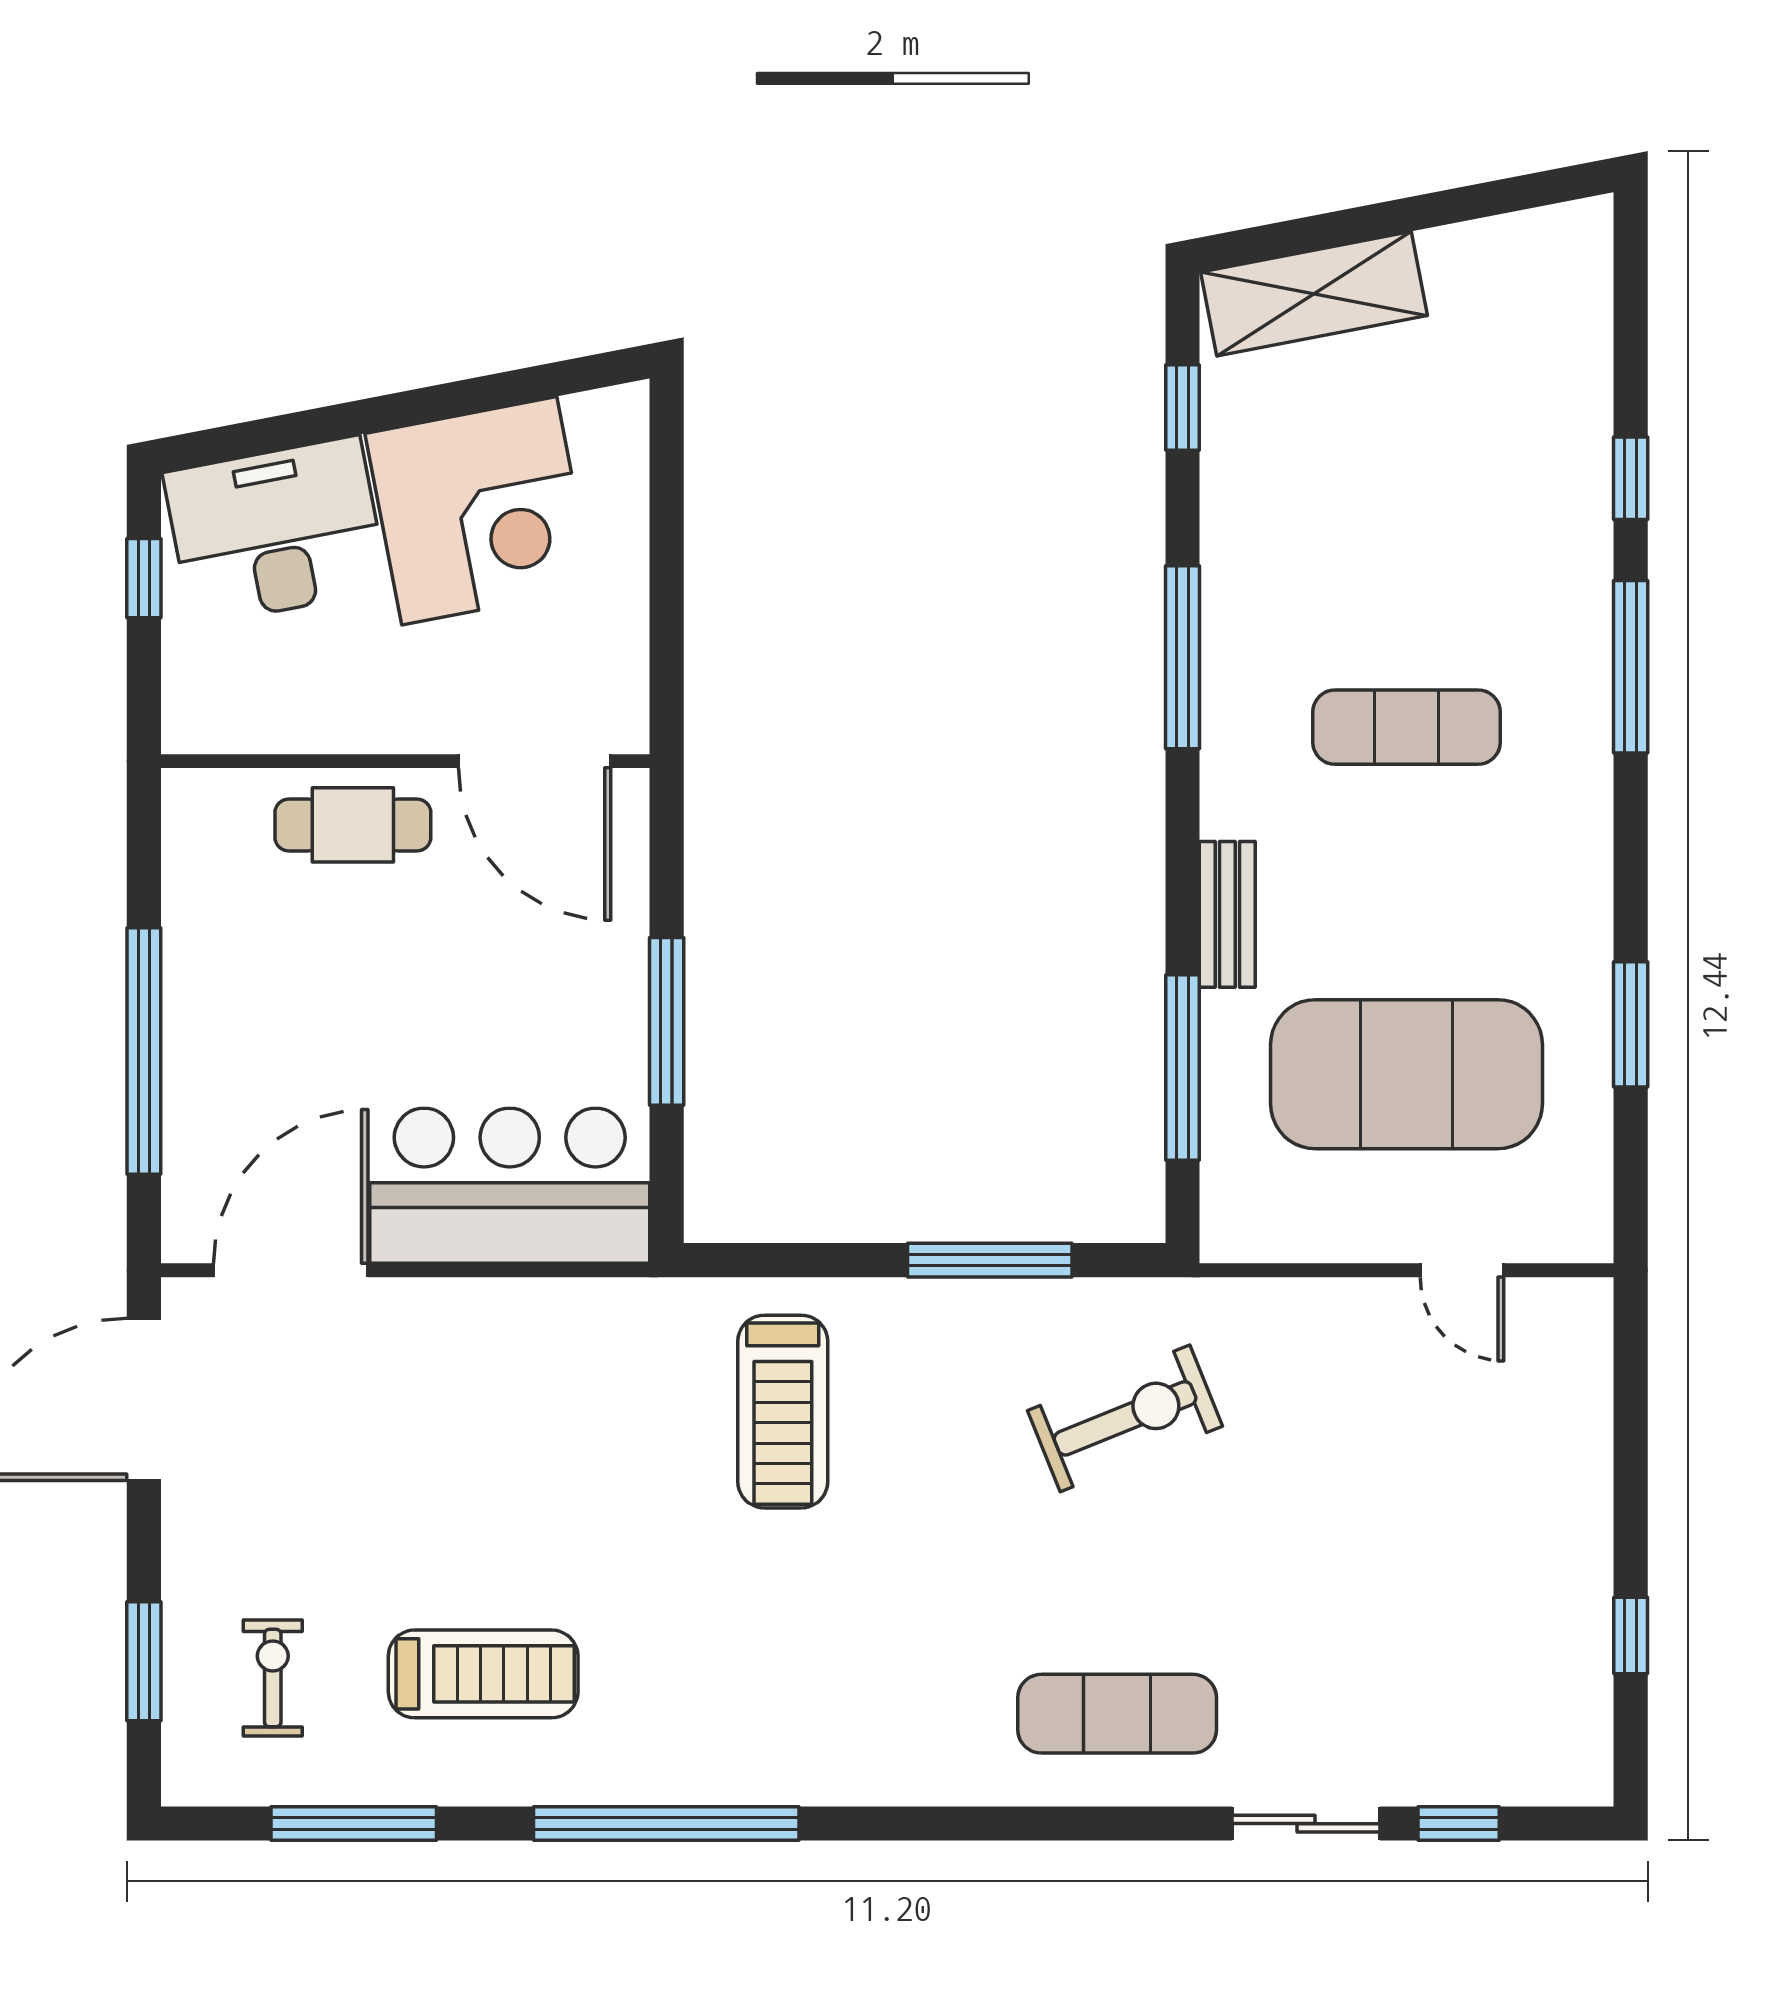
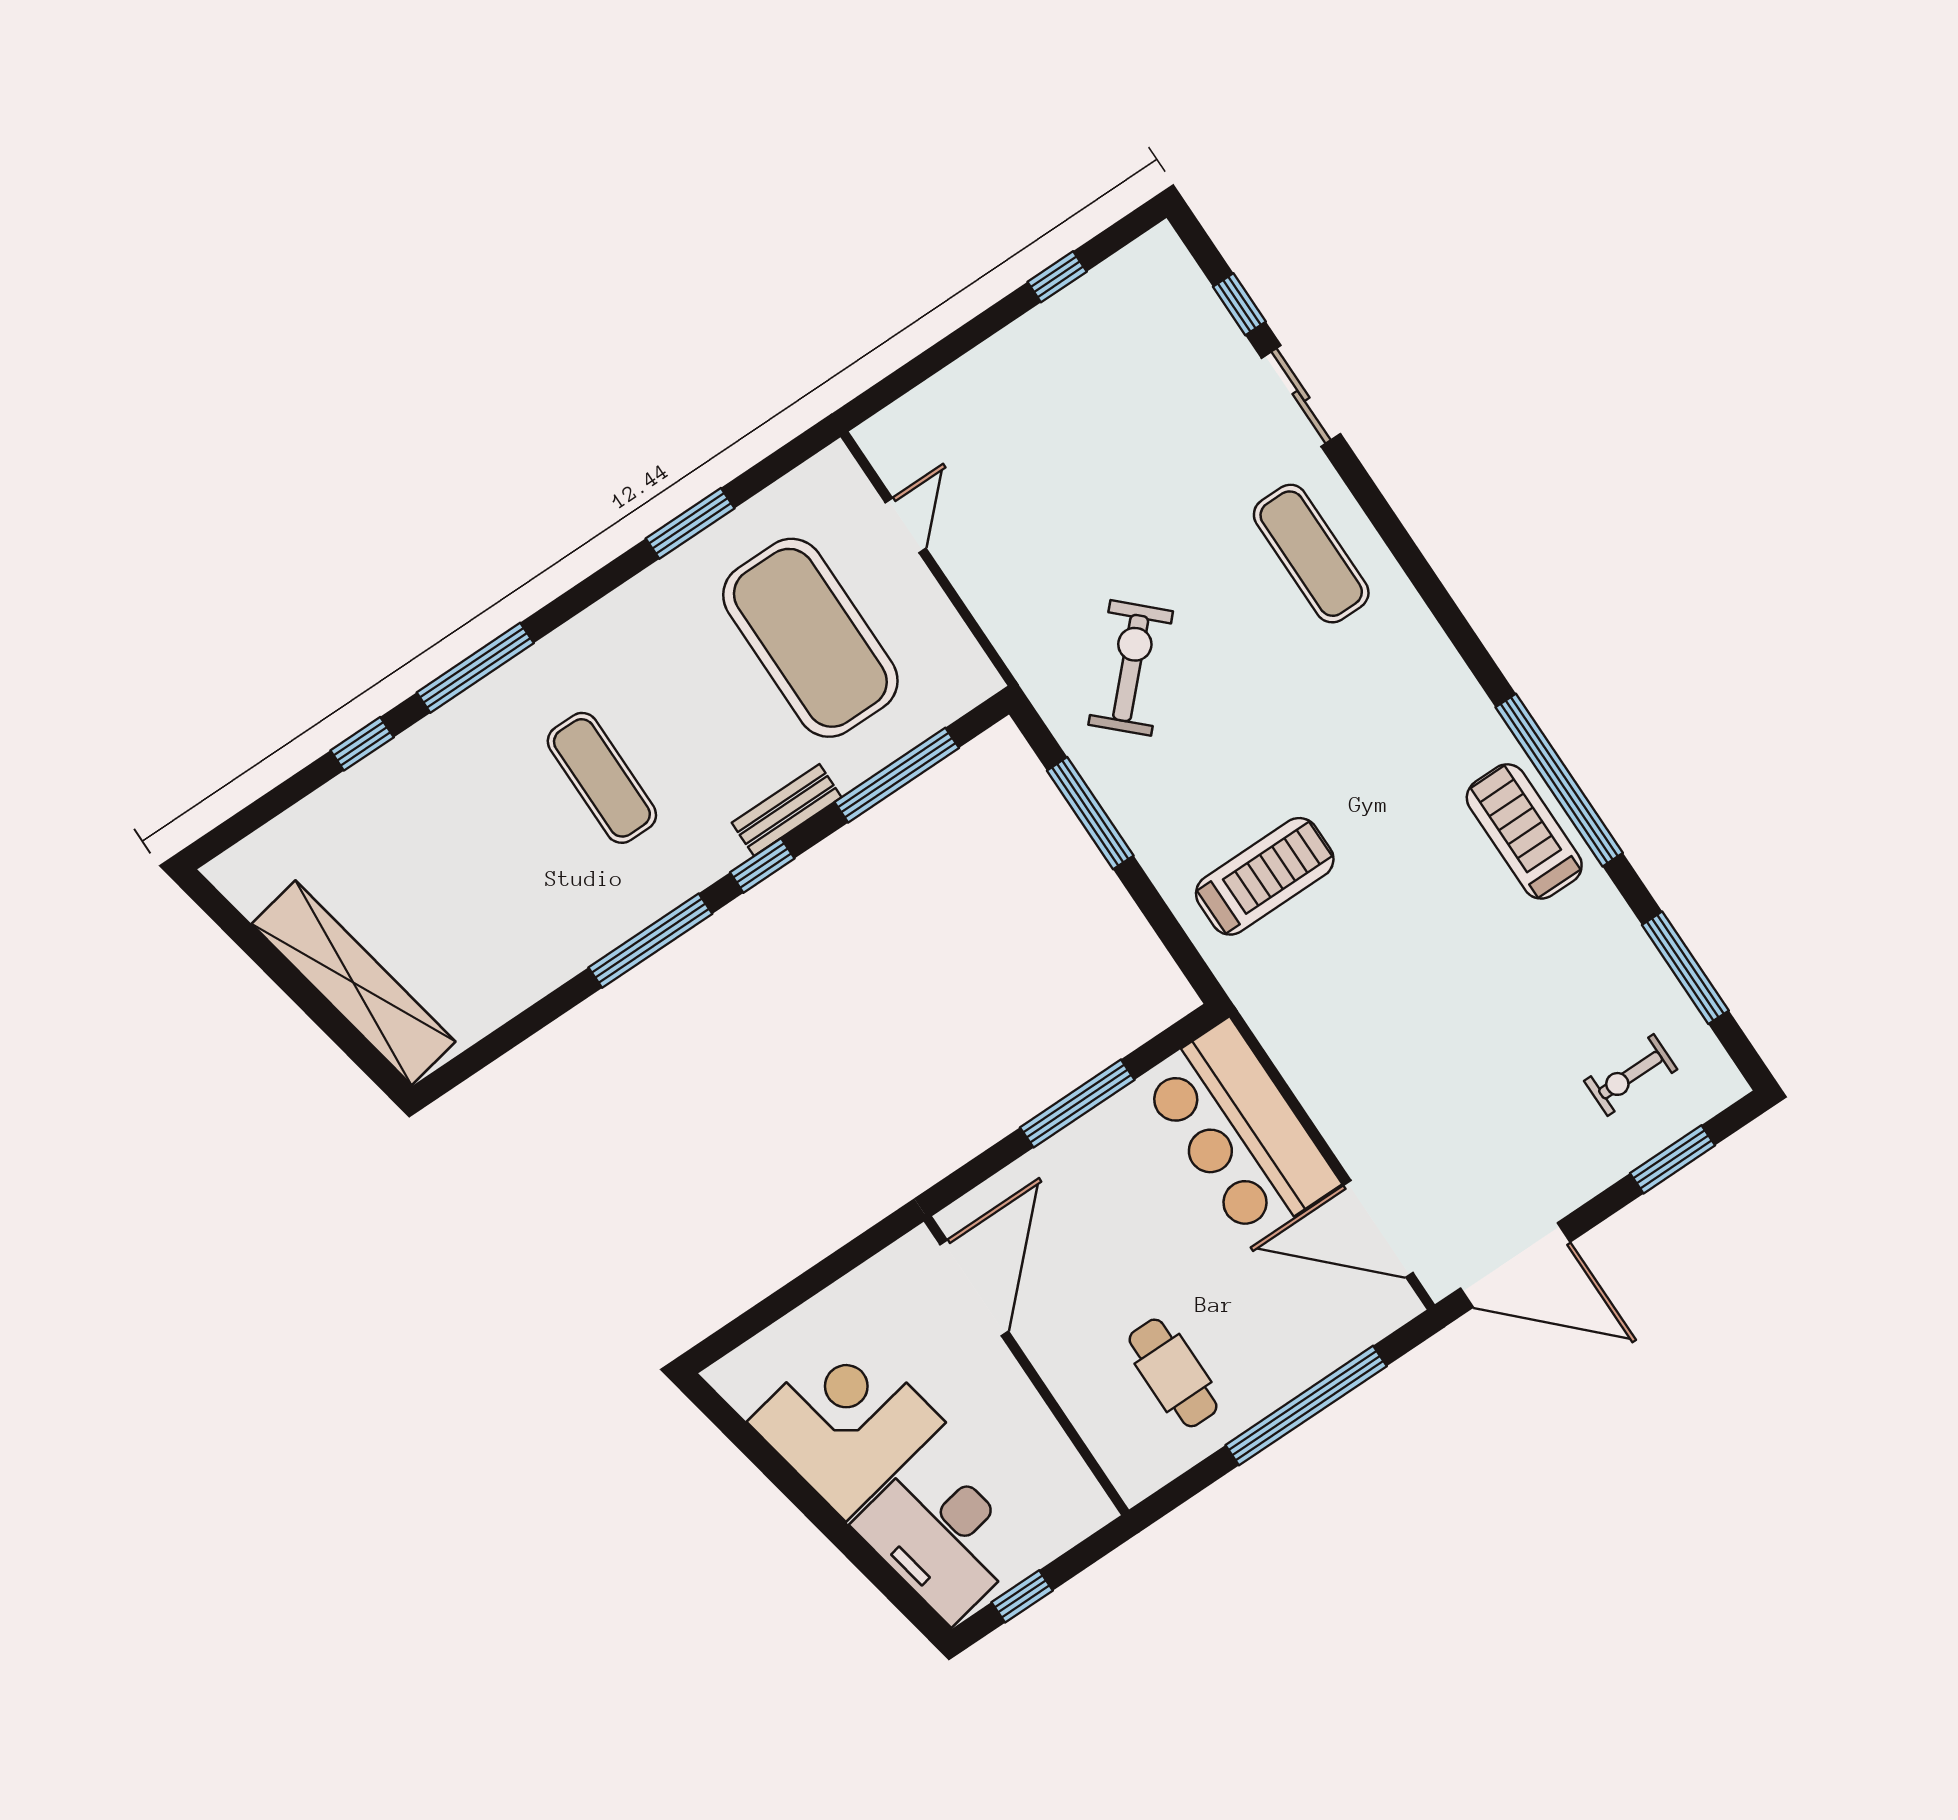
shelving: (1314, 294) -> (353, 983), width x1.47
window: (1182, 407) -> (762, 865), moved
cafe table: (353, 825) -> (1173, 1373), moved
exercise bike: (1125, 1418) -> (1131, 668), turned 66
treadmill: (483, 1674) -> (1524, 831), moved

